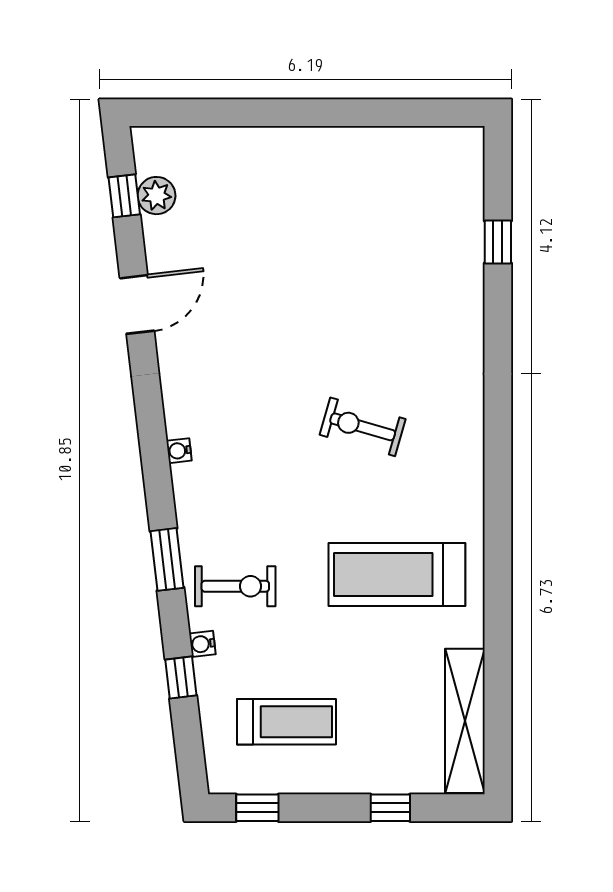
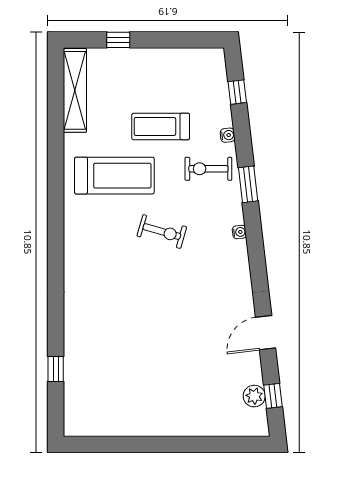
exercise bike: (363, 427) -> (162, 231), moved
water cooler: (179, 451) -> (239, 232), moved
window: (181, 677) -> (237, 92), moved
treadmill: (286, 722) -> (161, 126), moved
window: (257, 808) -> (196, 40), removed

